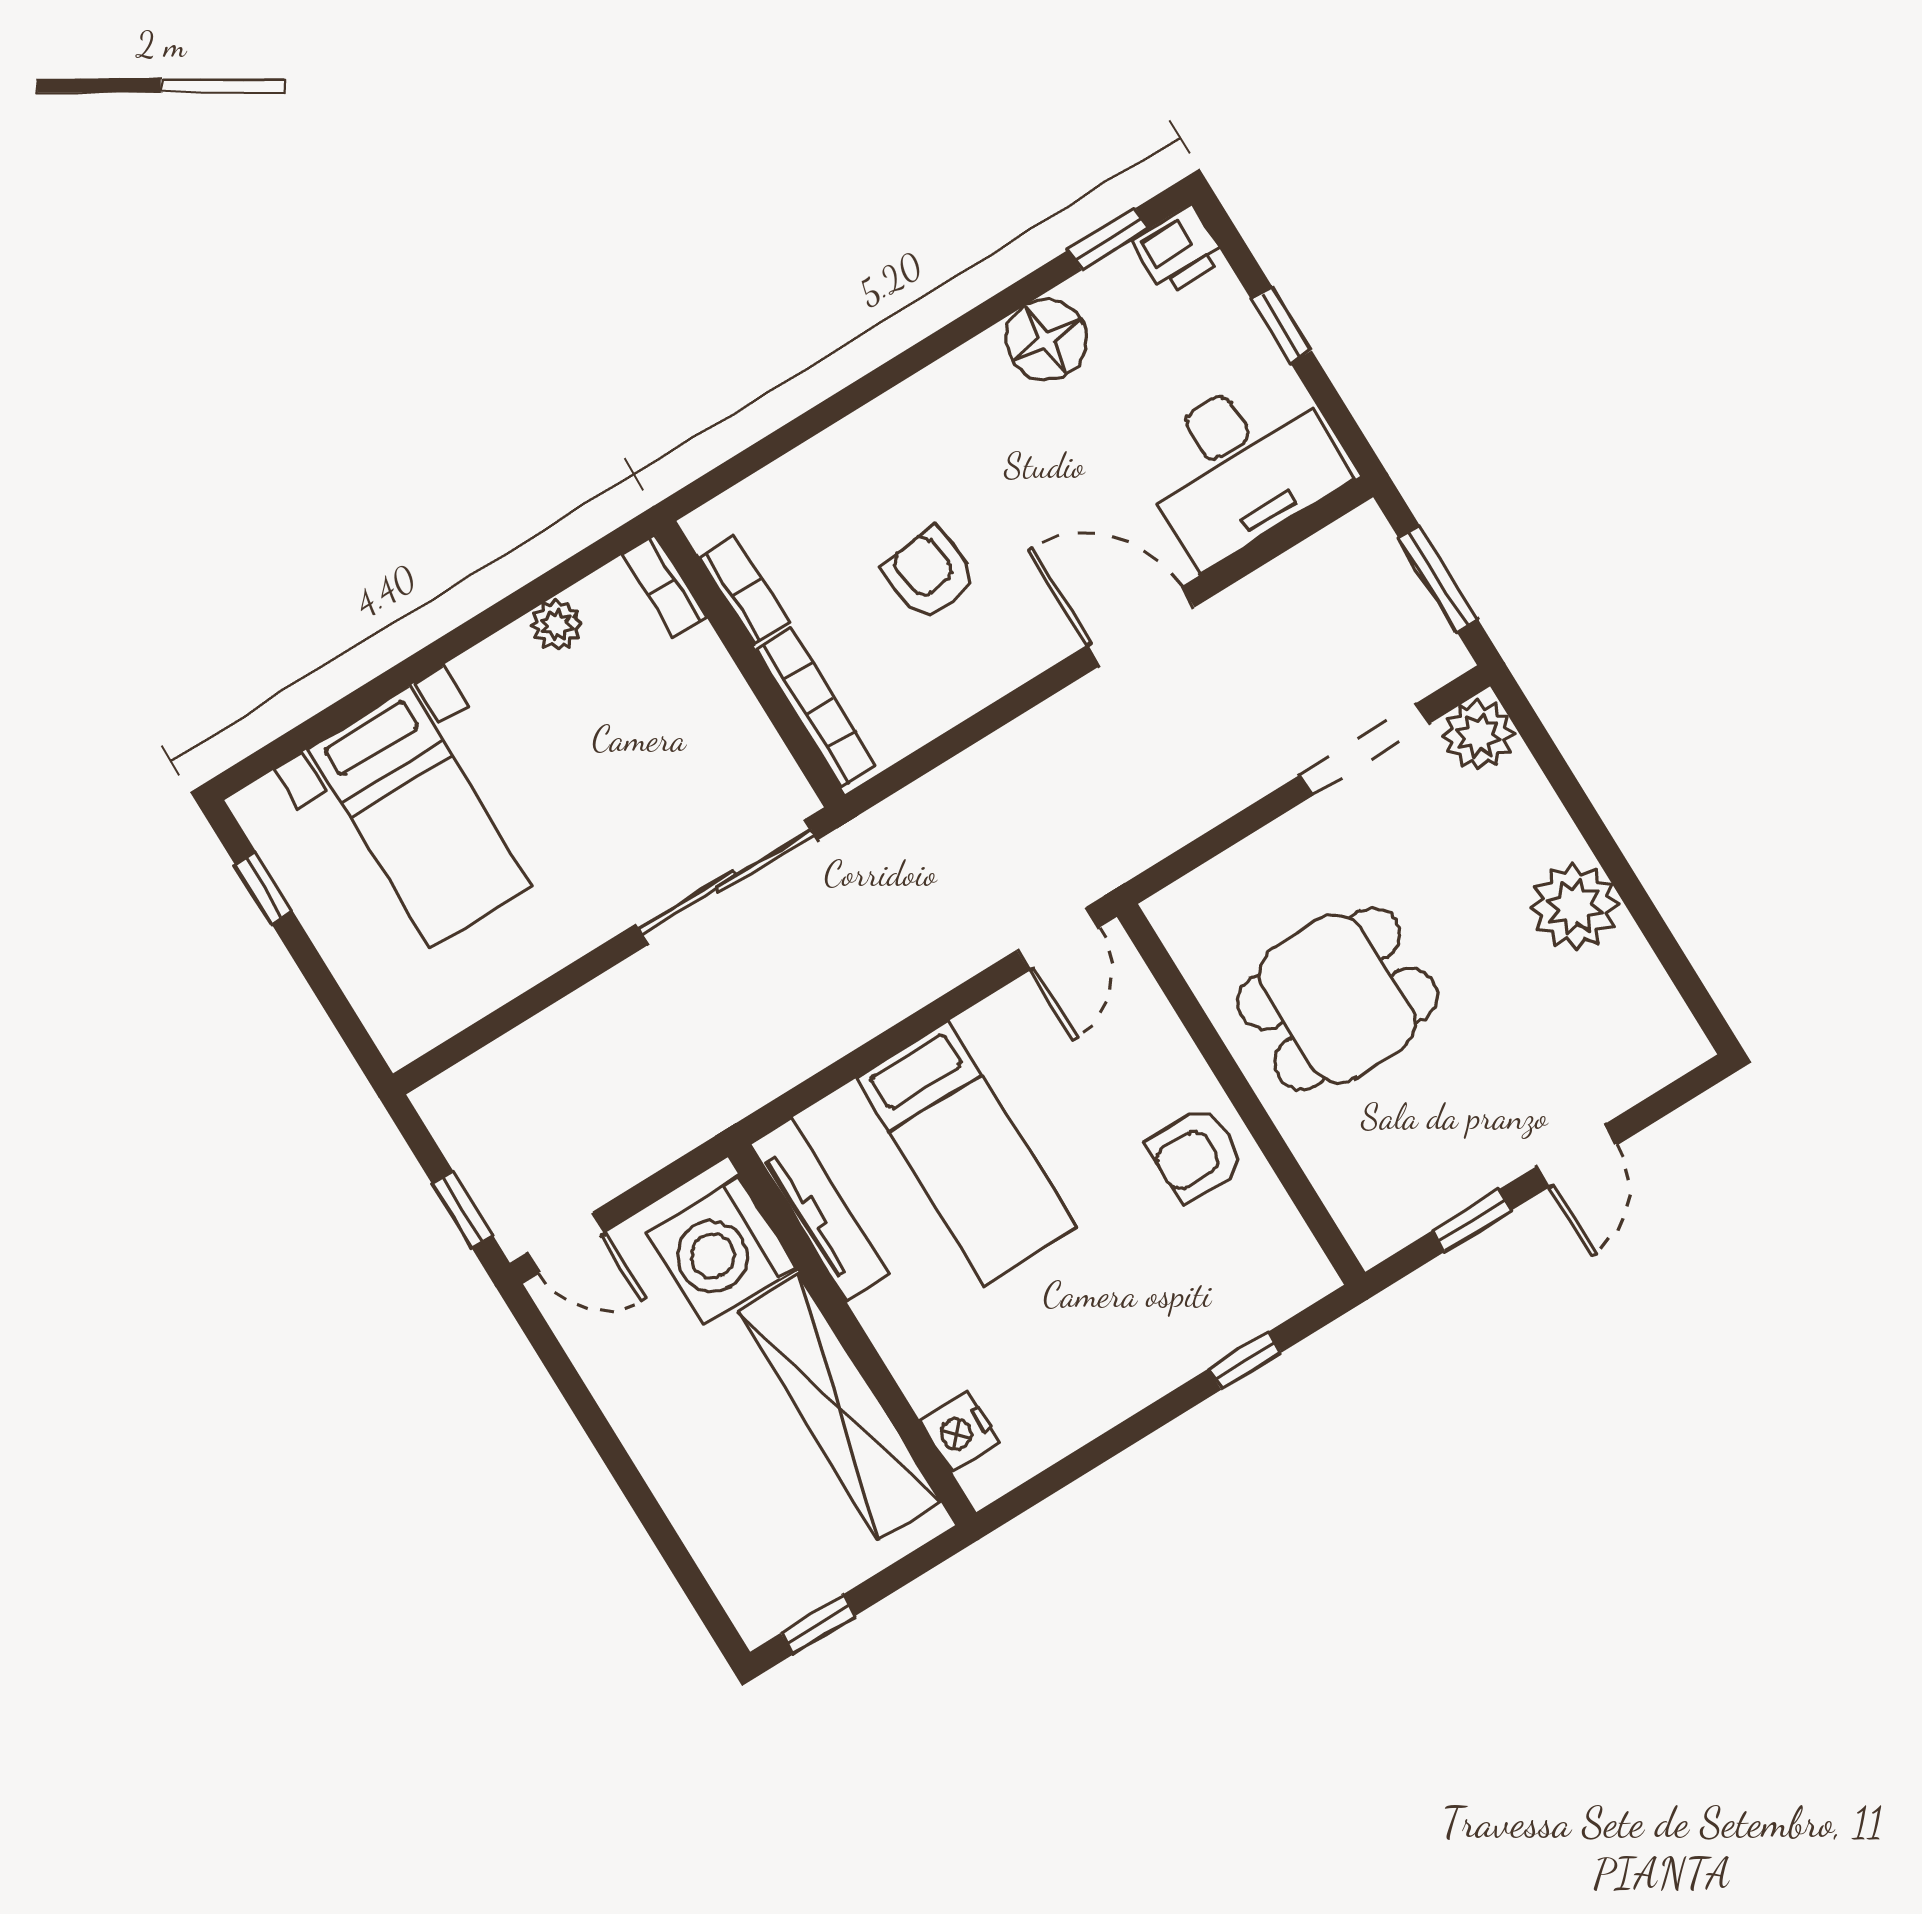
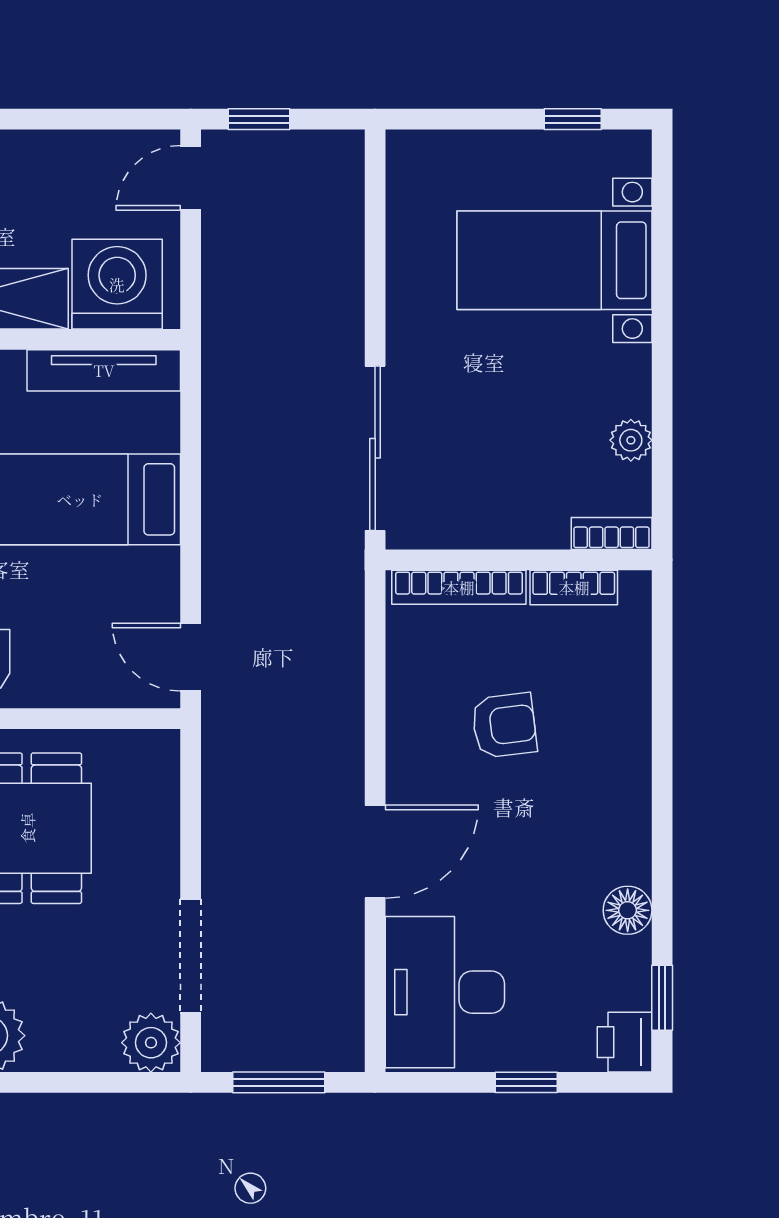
floor lamp: (1046, 339) -> (628, 910), width x0.73, depth x0.73

